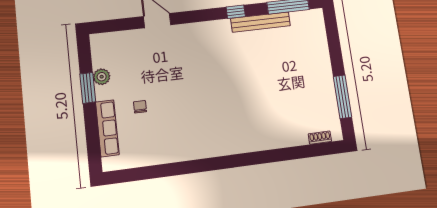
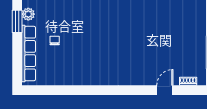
row of seats: (107, 128) -> (29, 54), width x1.36
door: (292, 153) -> (165, 90), added

